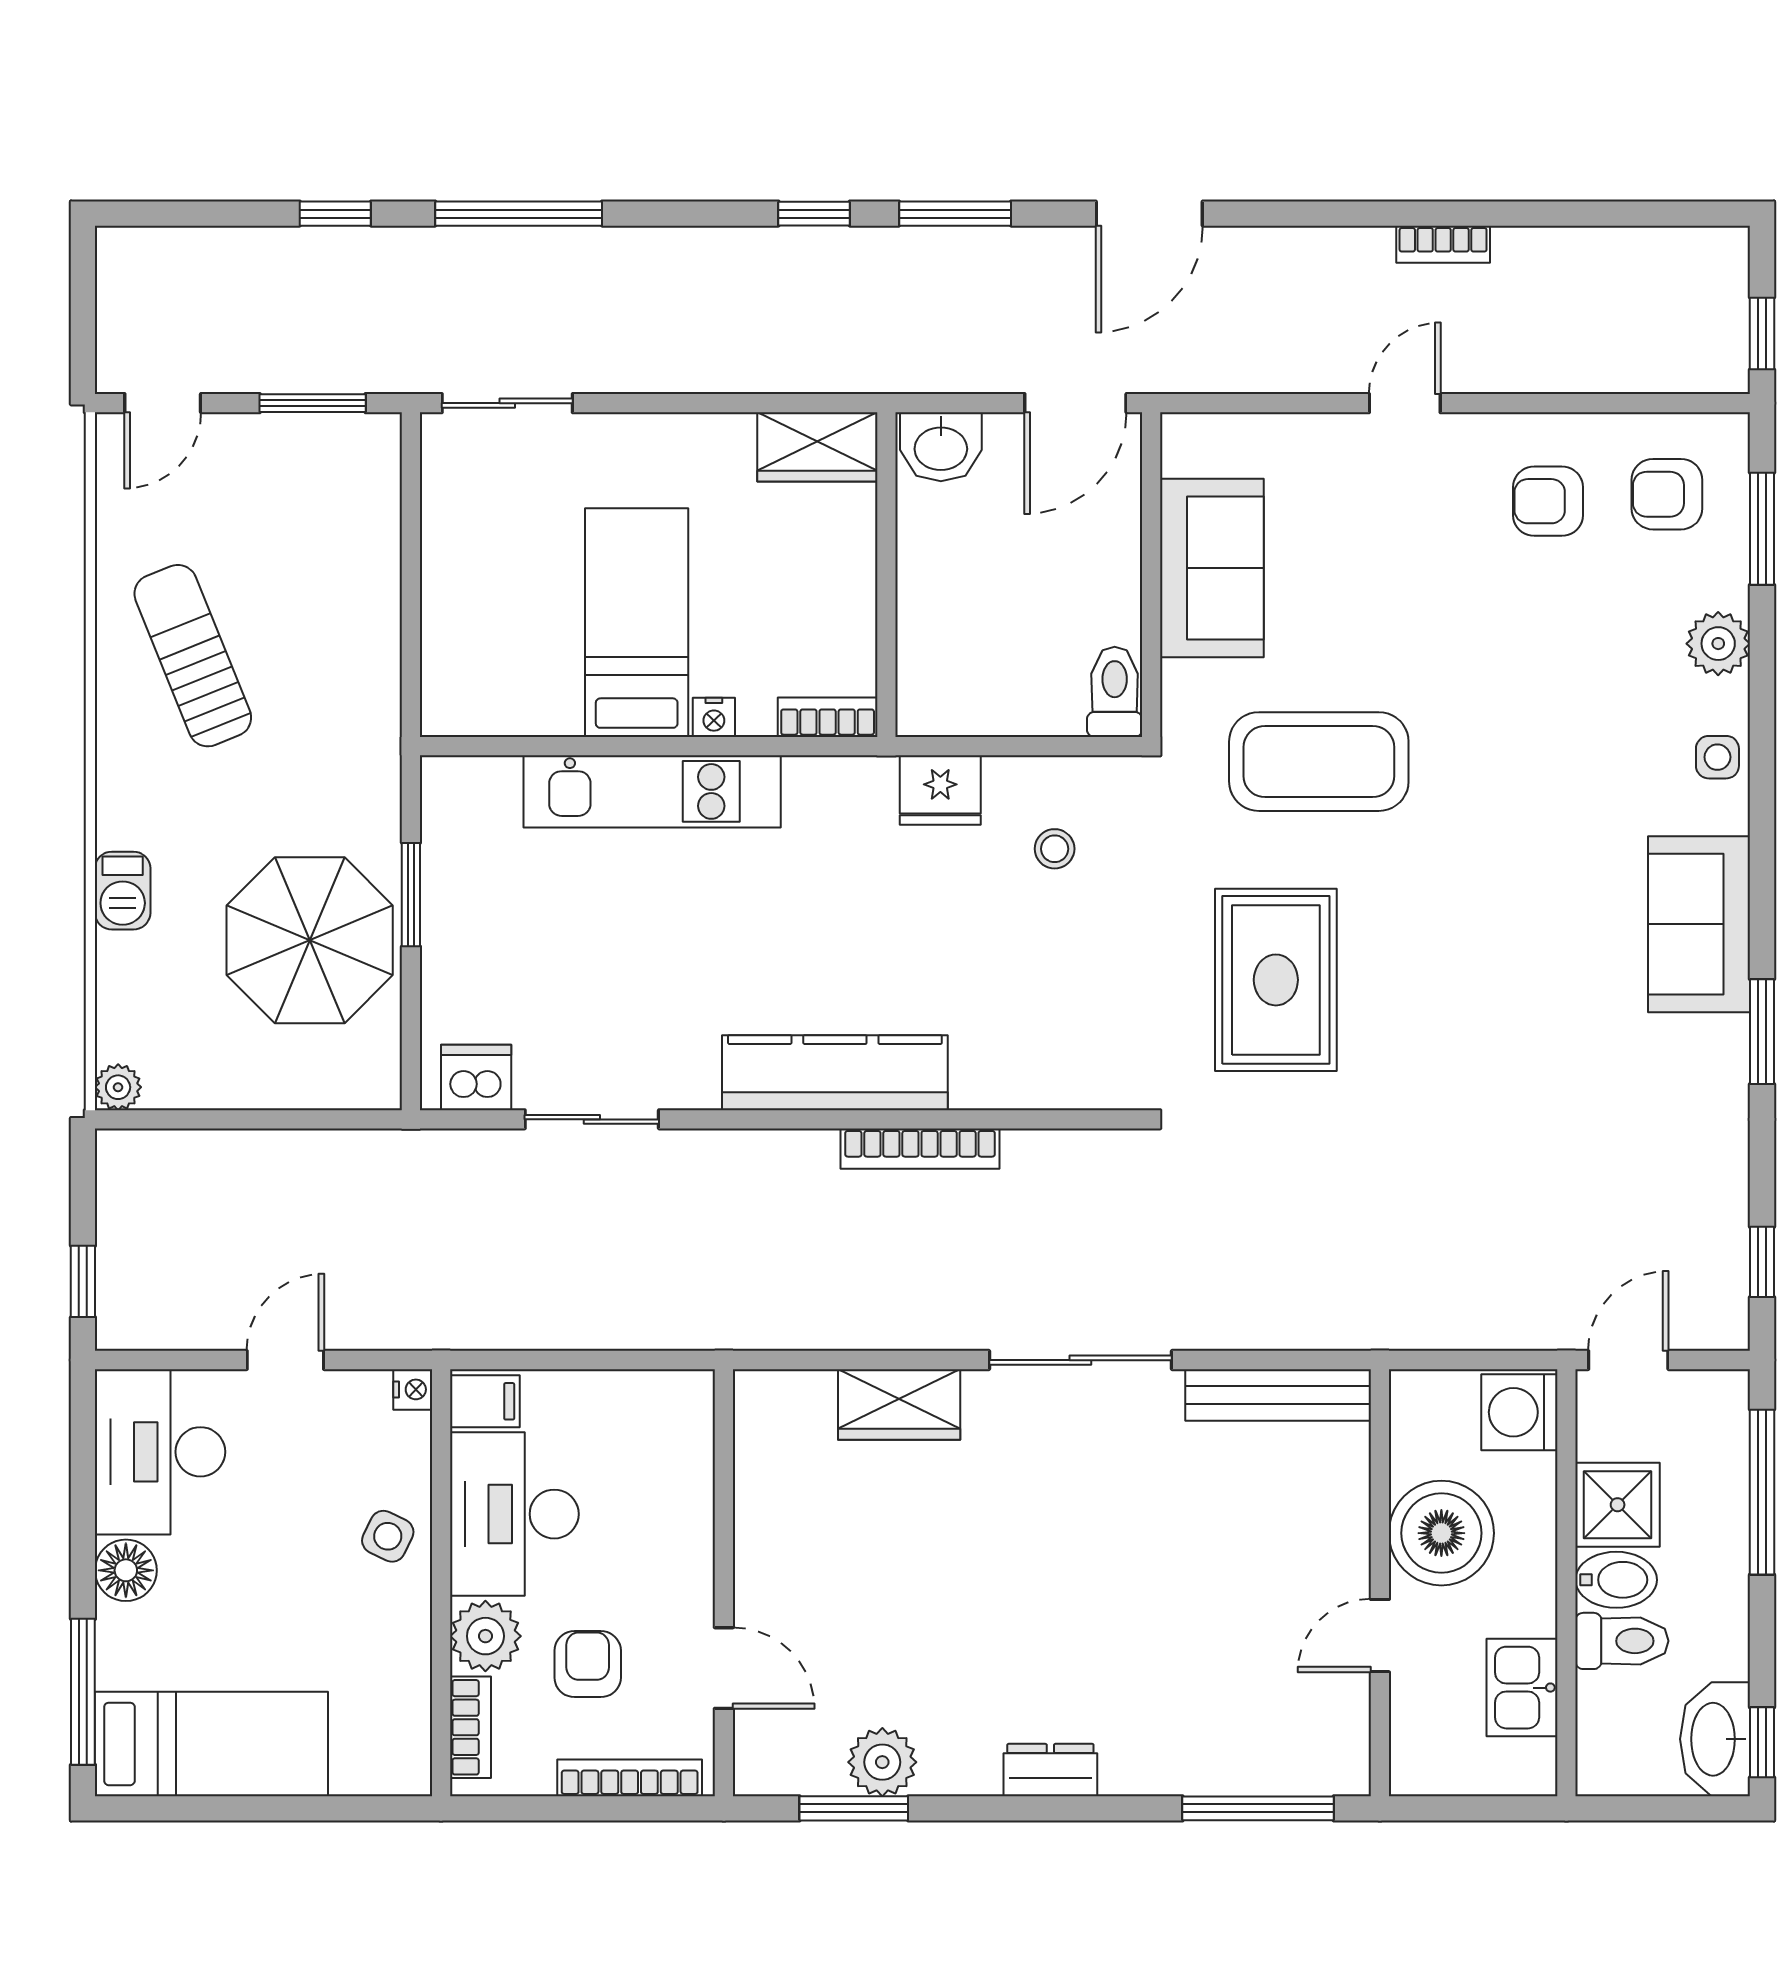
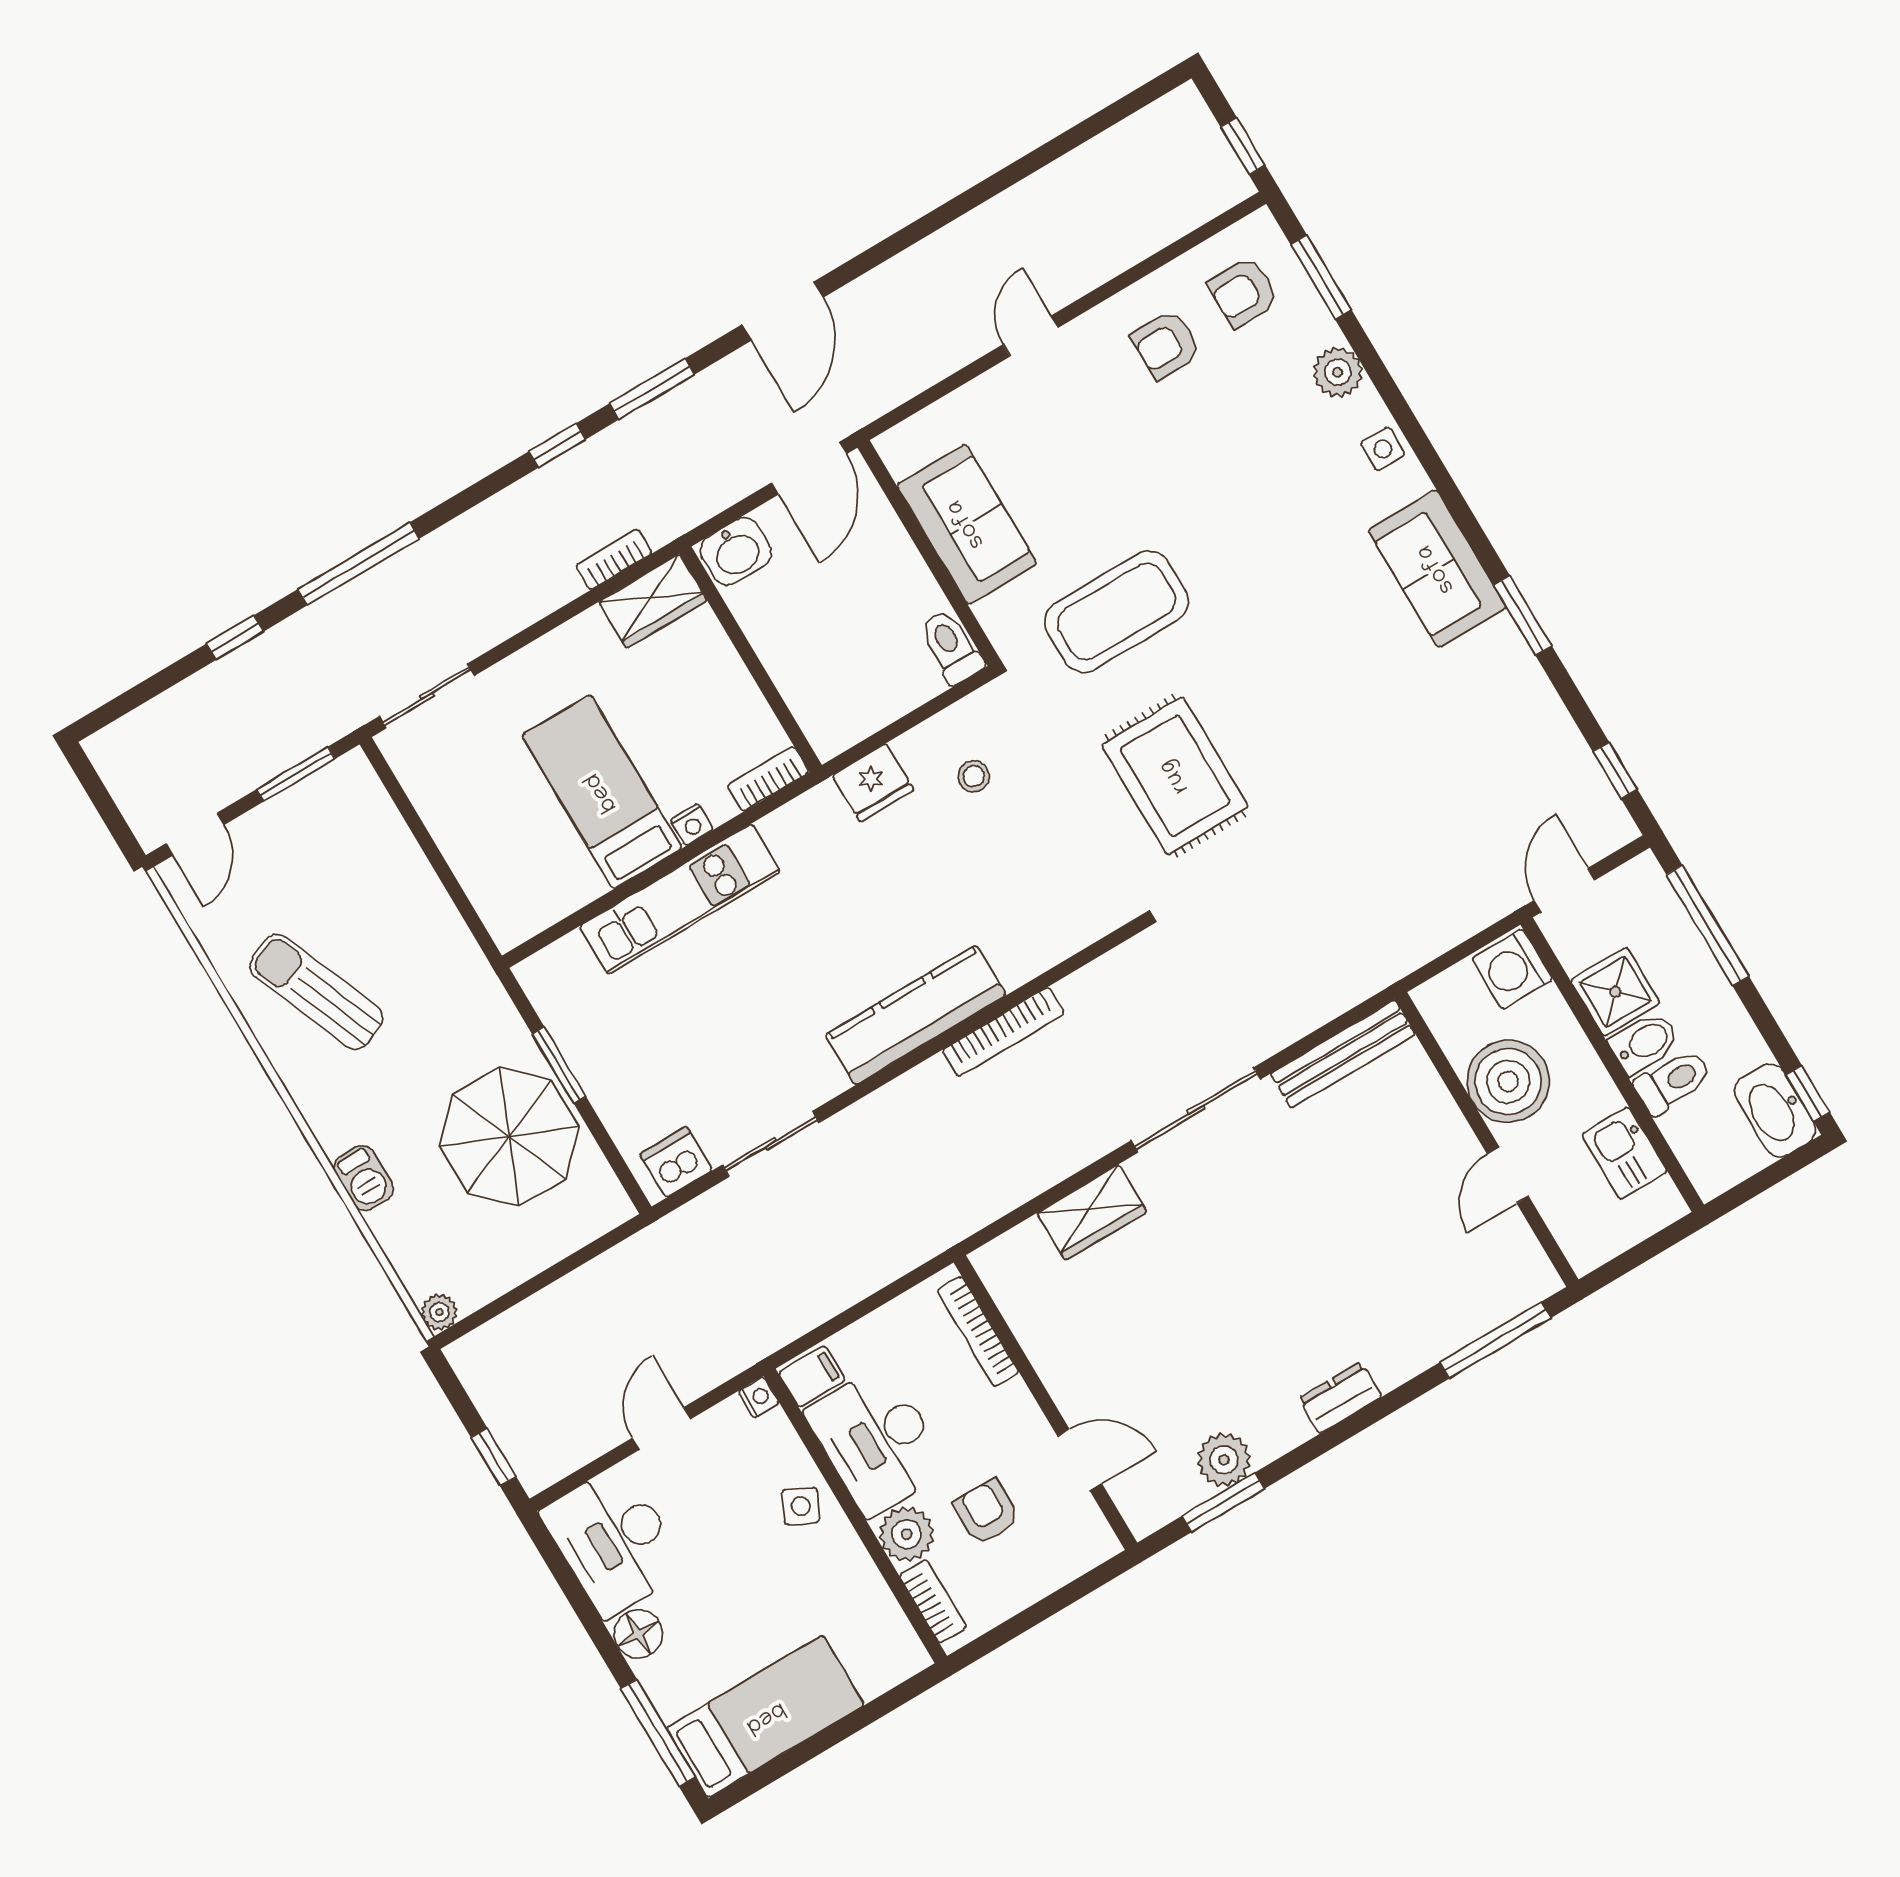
bookcase: (1443, 244) -> (614, 559), moved, turned 180
bookcase: (630, 1778) -> (978, 1331), moved, turned -90

